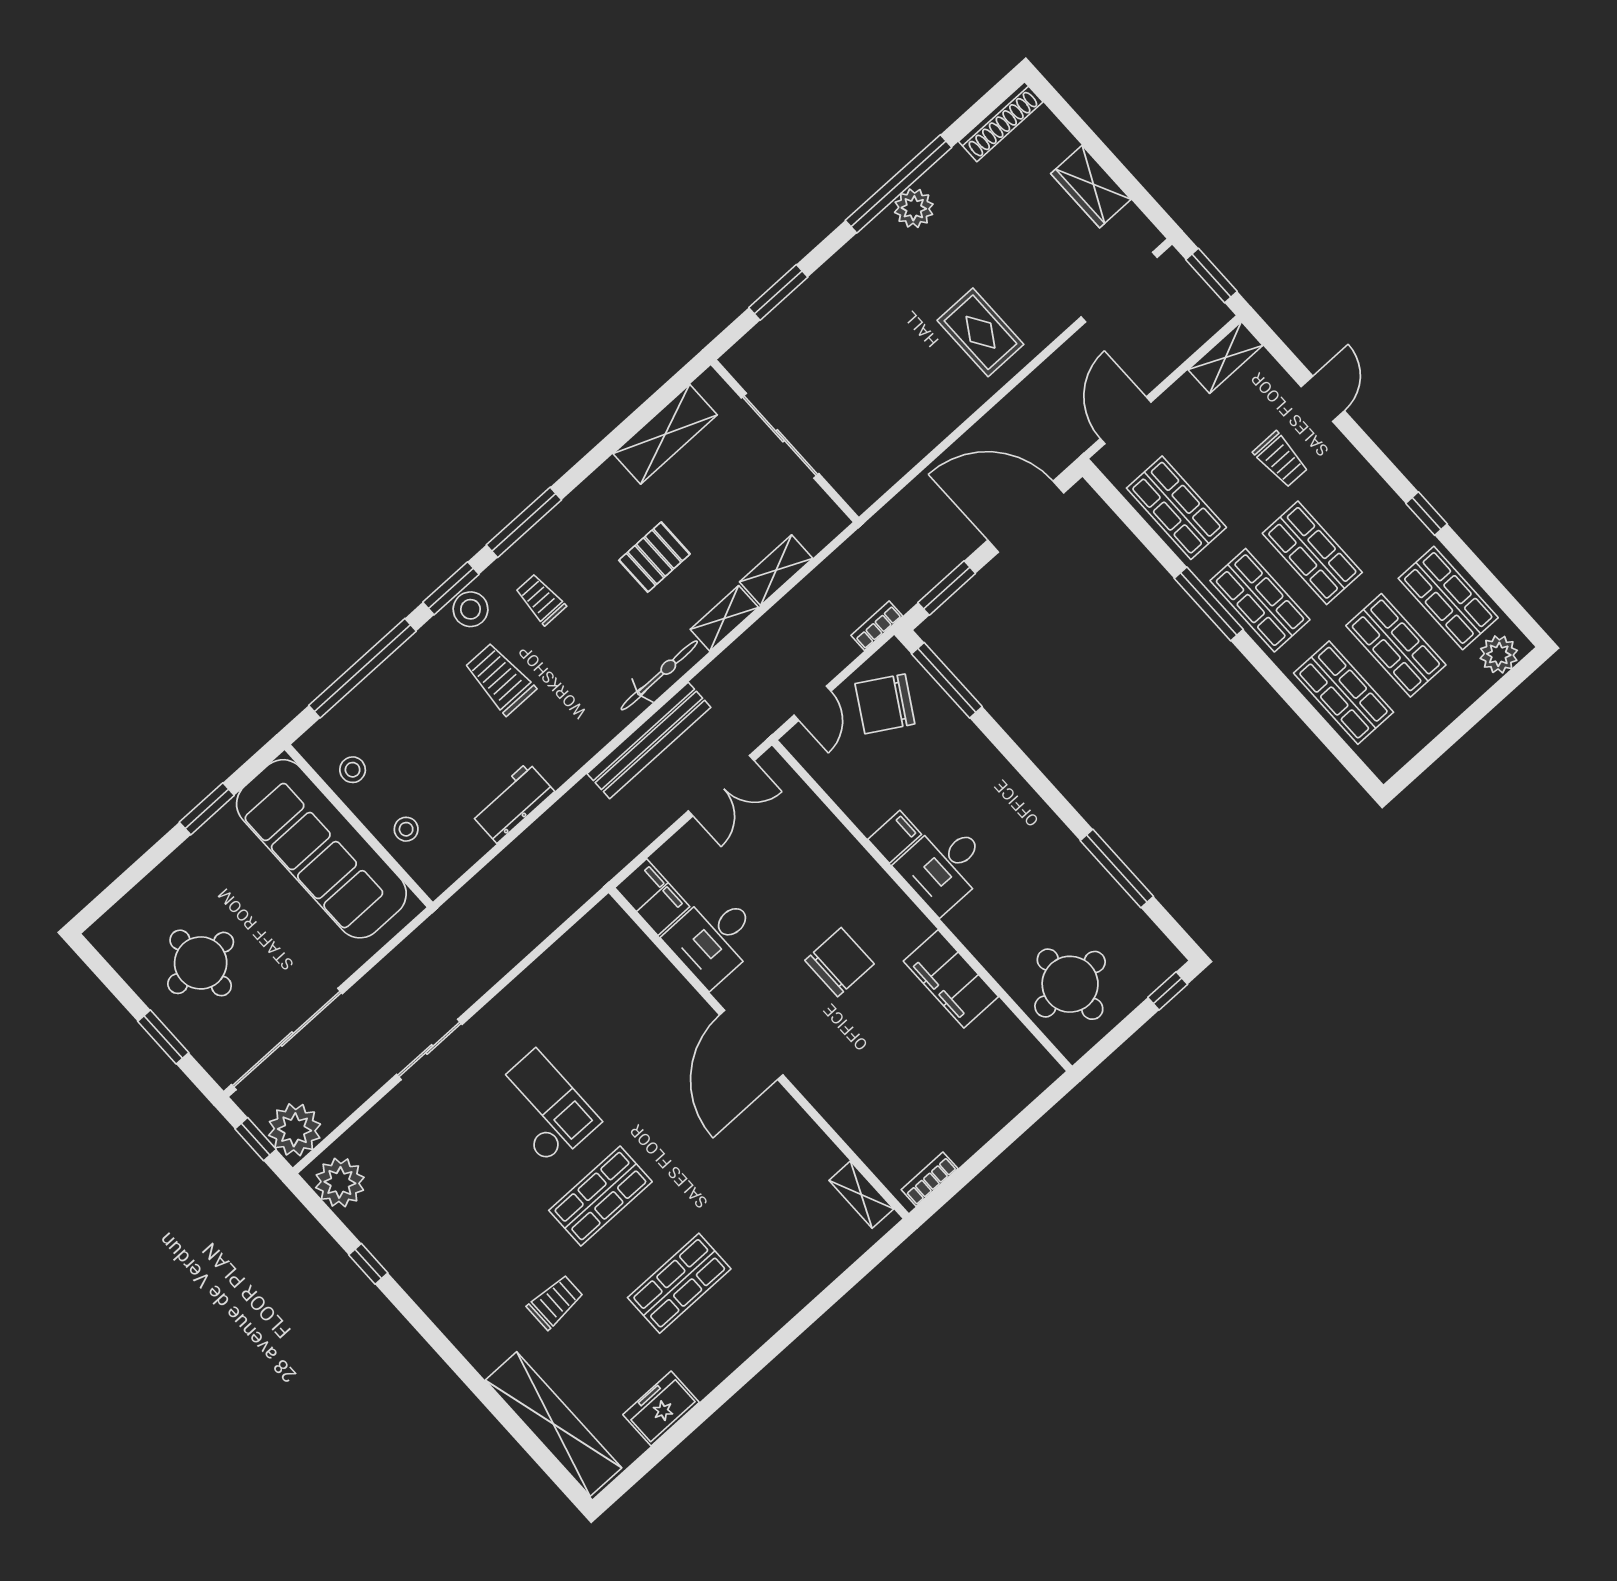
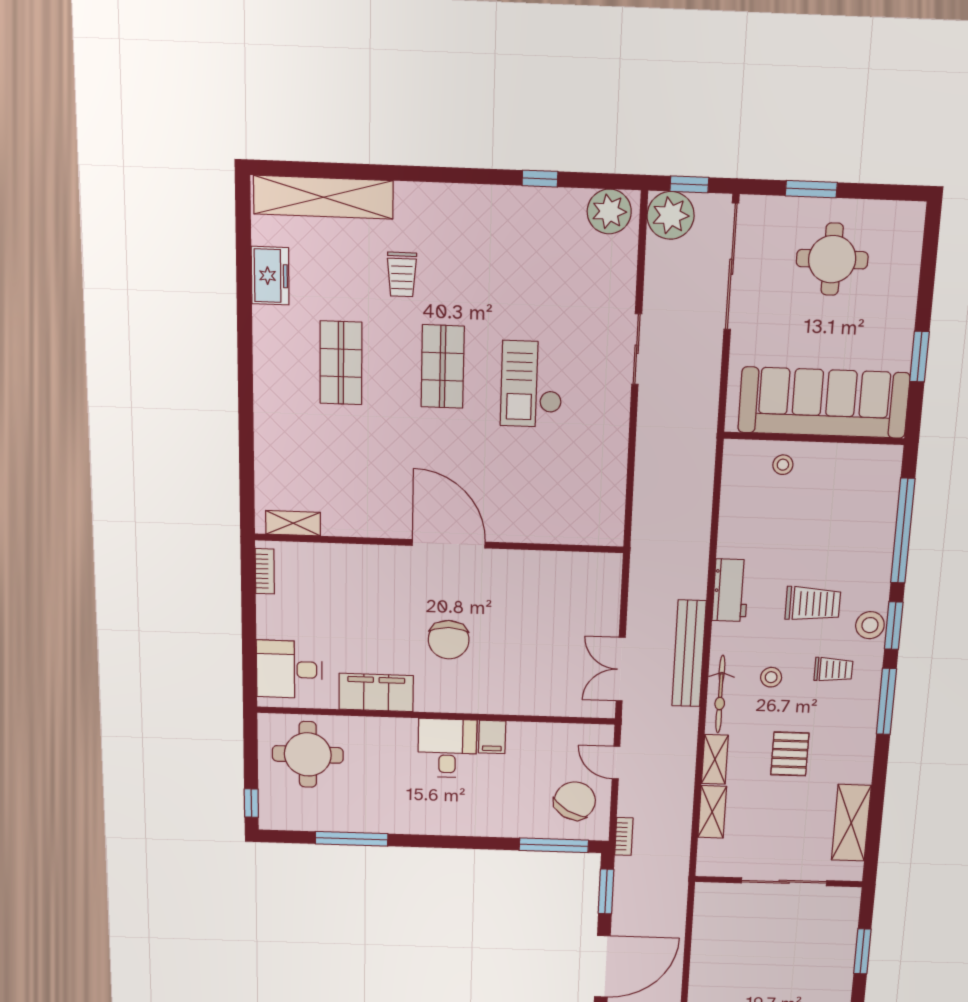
stool: (353, 770) -> (771, 677), moved
workbench: (512, 803) -> (731, 590), moved
filing cabinet: (652, 897) -> (595, 570), removed
desk: (714, 938) -> (289, 669), moved, turned -90
checkout: (543, 1108) -> (532, 384), turned 90

